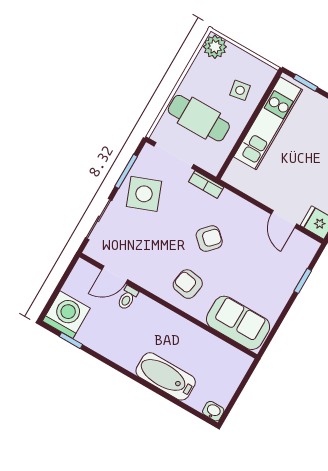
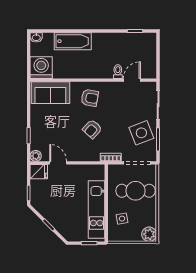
plant: (309, 247) -> (36, 156), added
washing machine: (66, 315) -> (41, 68), moved, turned 180

